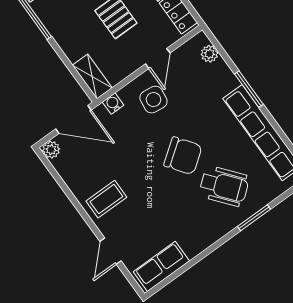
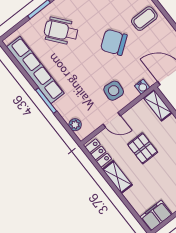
door: (158, 58) -> (112, 120), swing flipped
chair: (183, 156) -> (114, 42), moved

